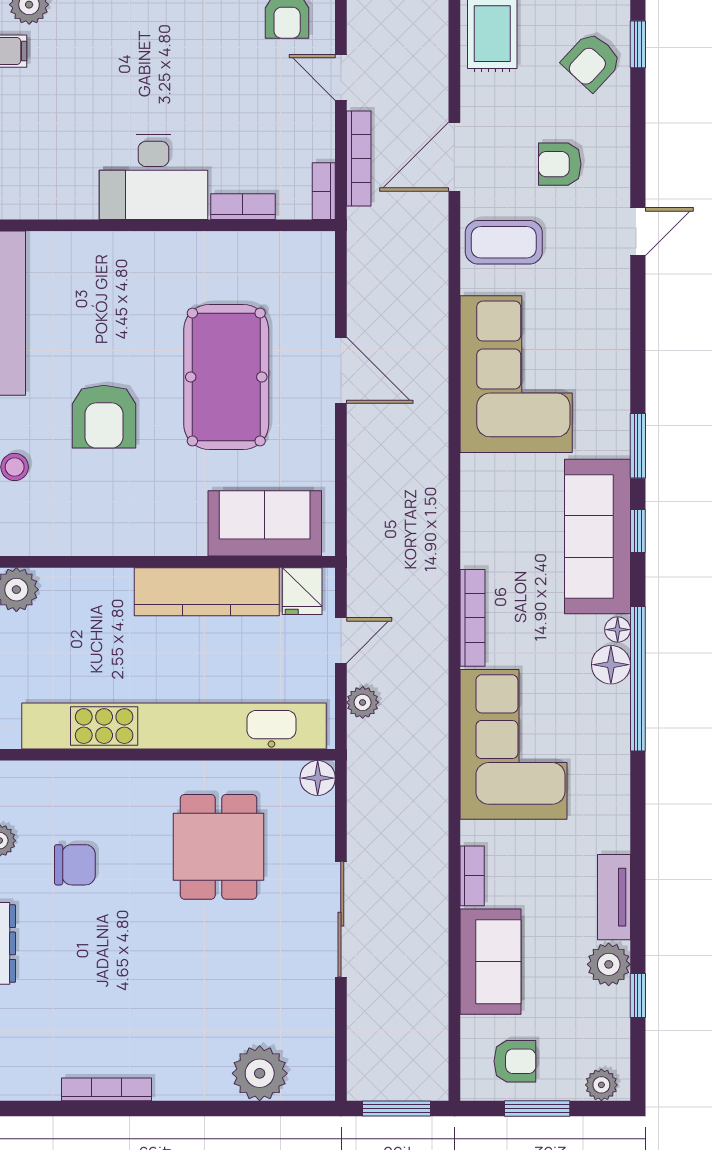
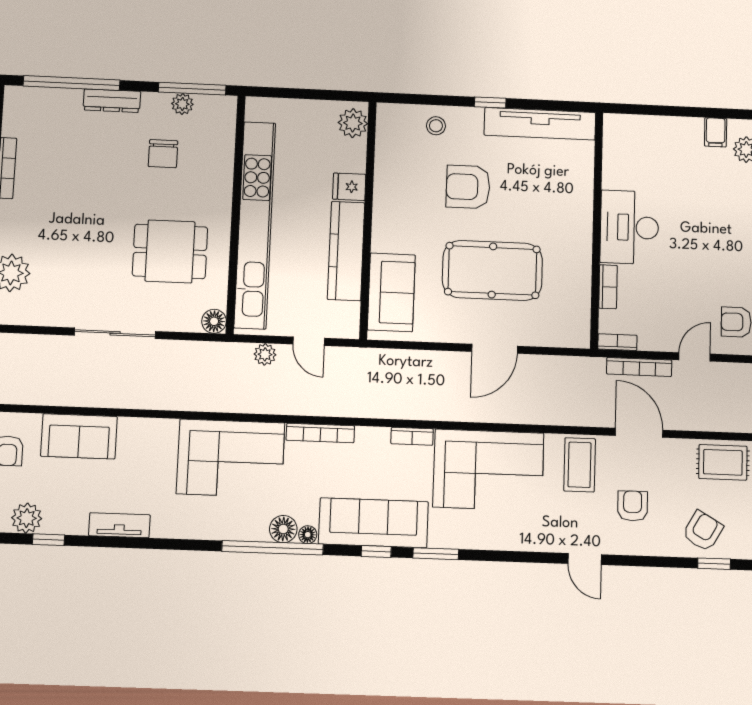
armchair: (592, 61) -> (703, 531), turned 77
fridge: (302, 591) -> (349, 187), moved
bookcase: (472, 876) -> (412, 436), moved
plant: (609, 964) -> (27, 518), moved

